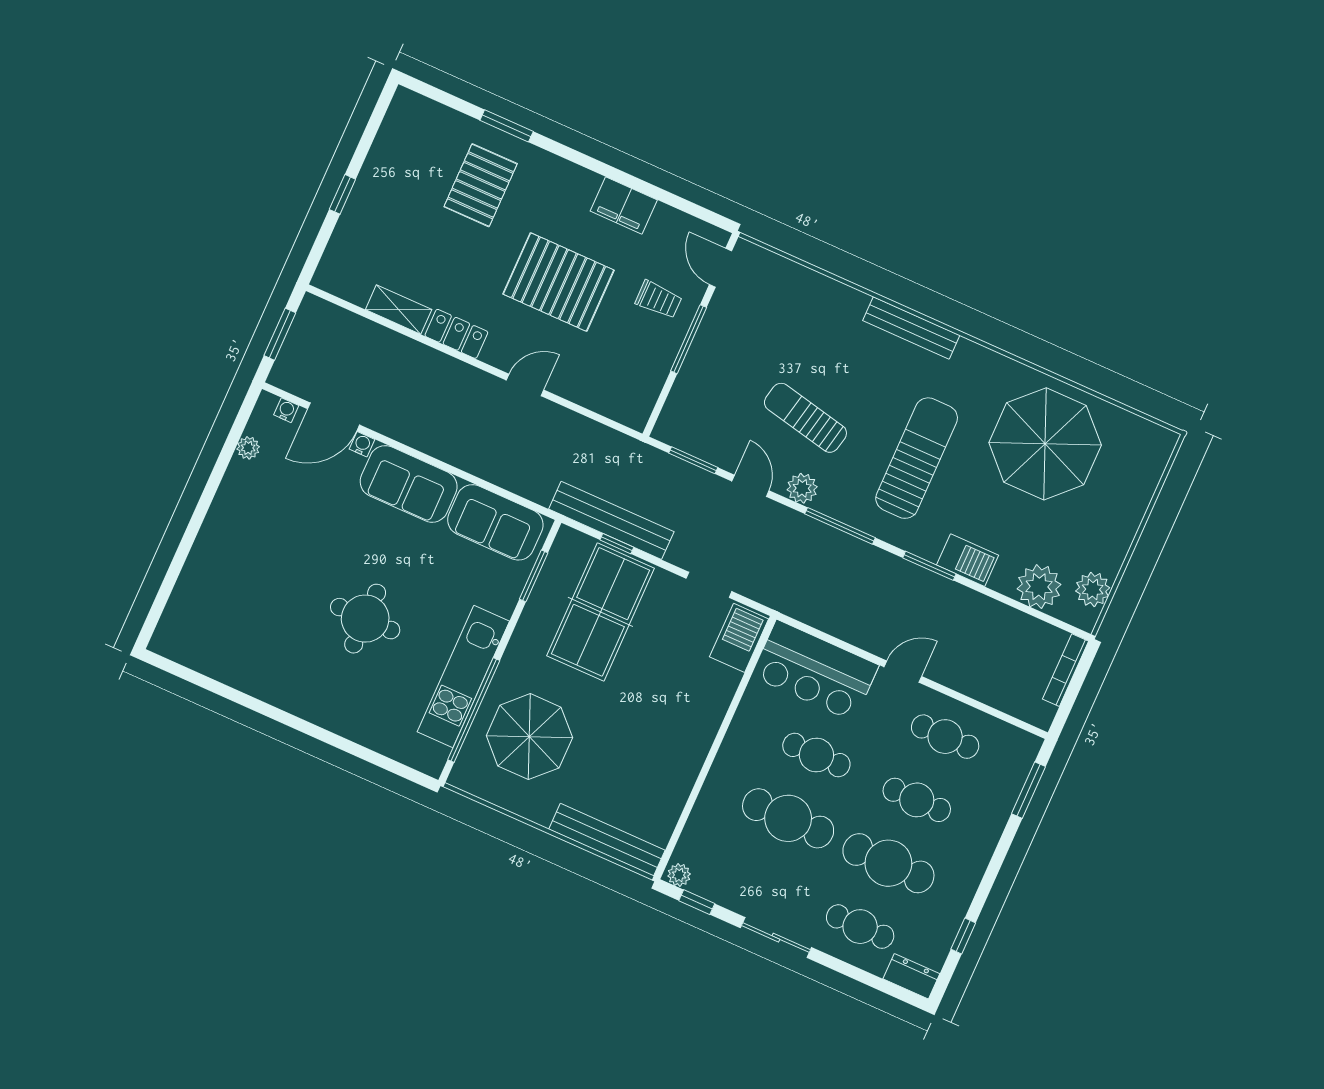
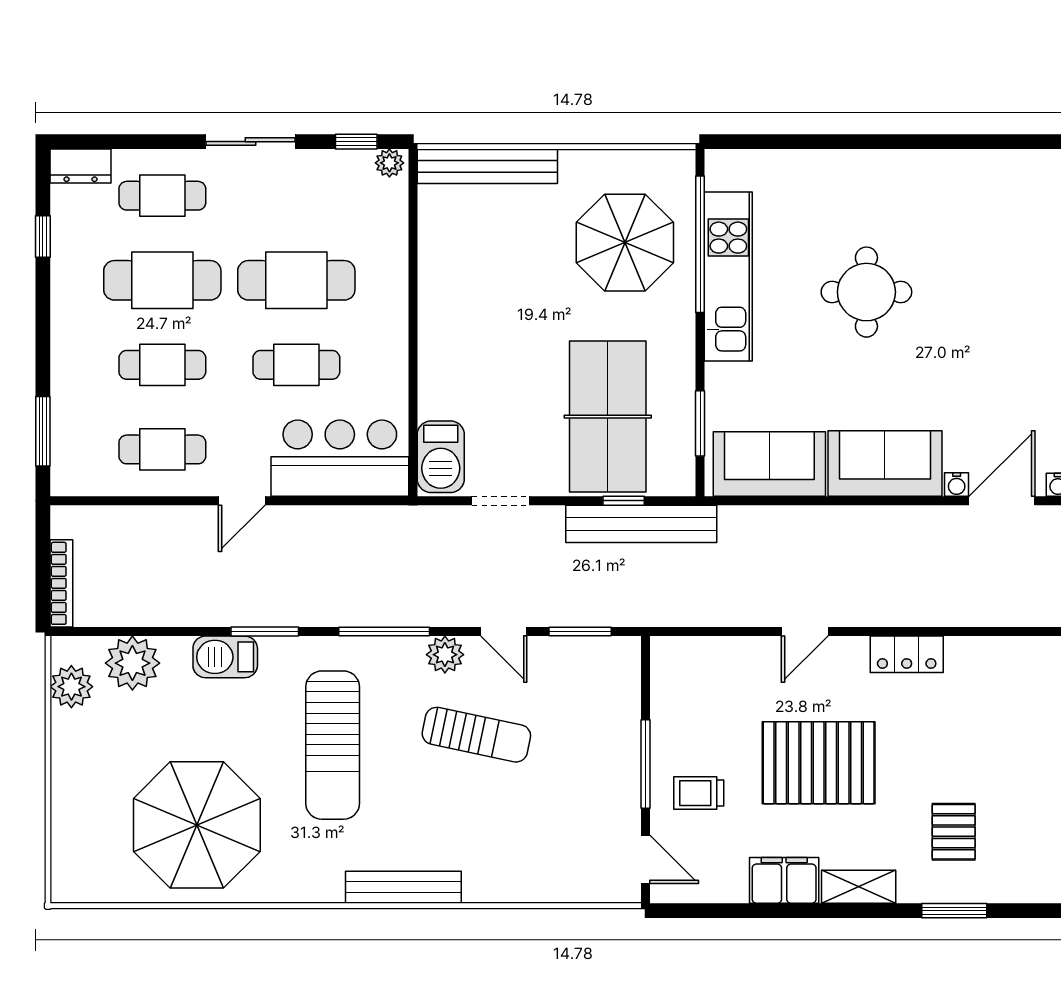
pallet: (481, 185) -> (954, 832), width x0.67, depth x0.71
shelving: (399, 310) -> (859, 887), moved

